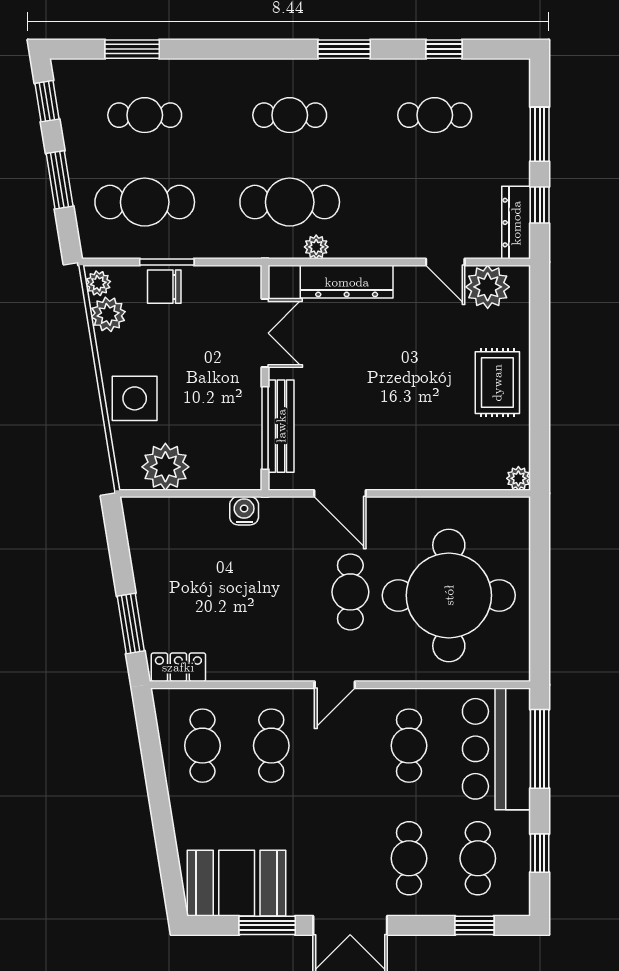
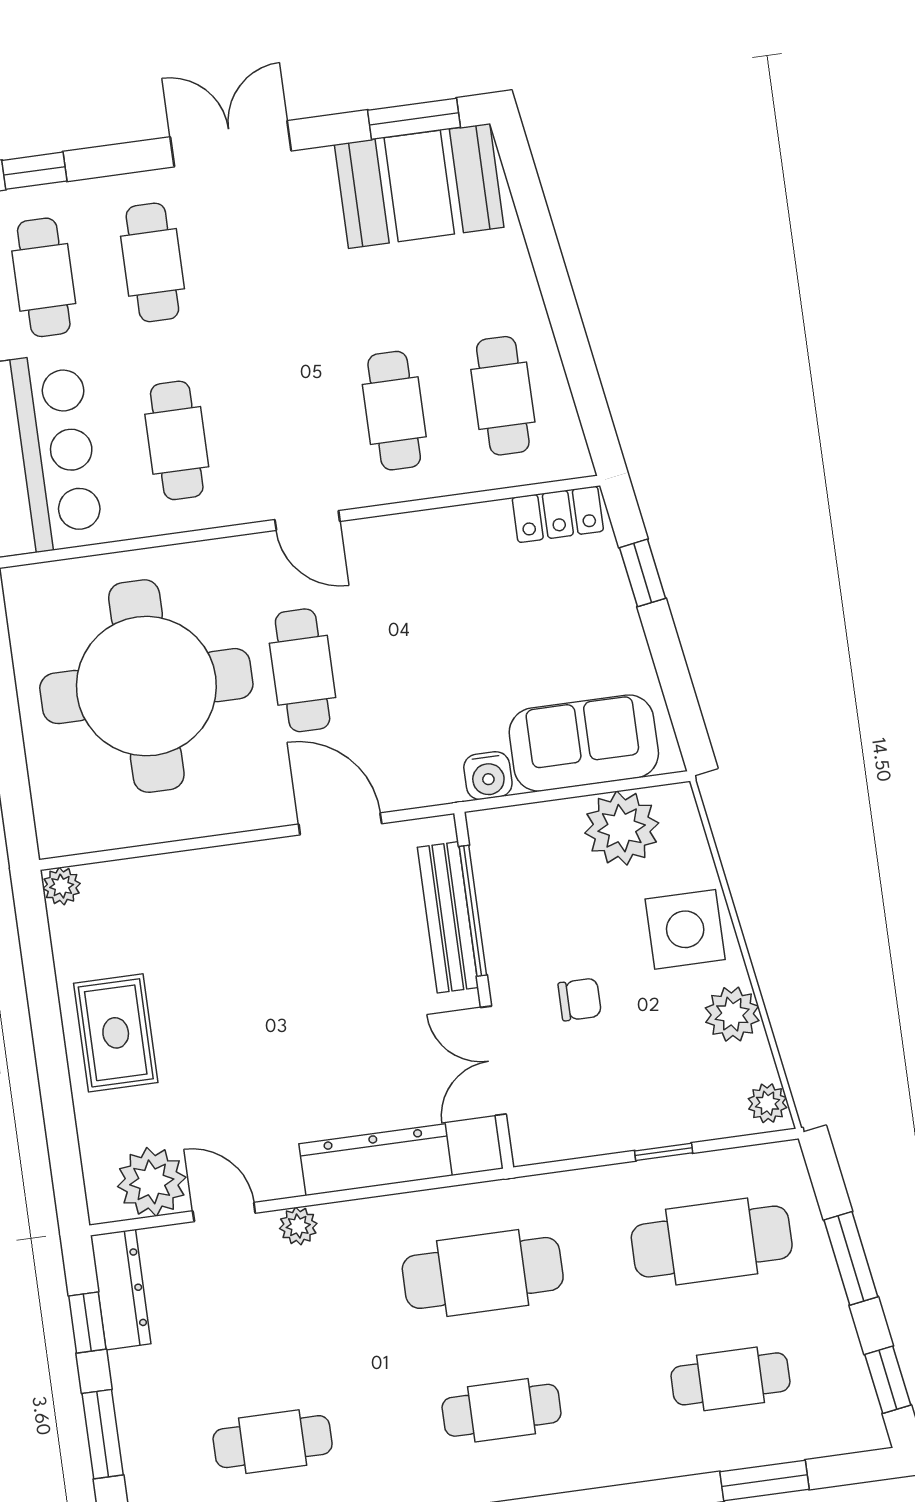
plant: (316, 247) -> (298, 1226), moved
window: (167, 262) -> (664, 1152), width x0.67
chair: (164, 287) -> (580, 999), moved, width x0.73, depth x0.73
plant: (108, 314) -> (732, 1014), moved
sofa: (182, 523) -> (584, 743), added
window: (131, 624) -> (643, 573), width x0.67
door: (335, 685) -> (307, 521), swing flipped
window: (267, 925) -> (414, 119), moved

